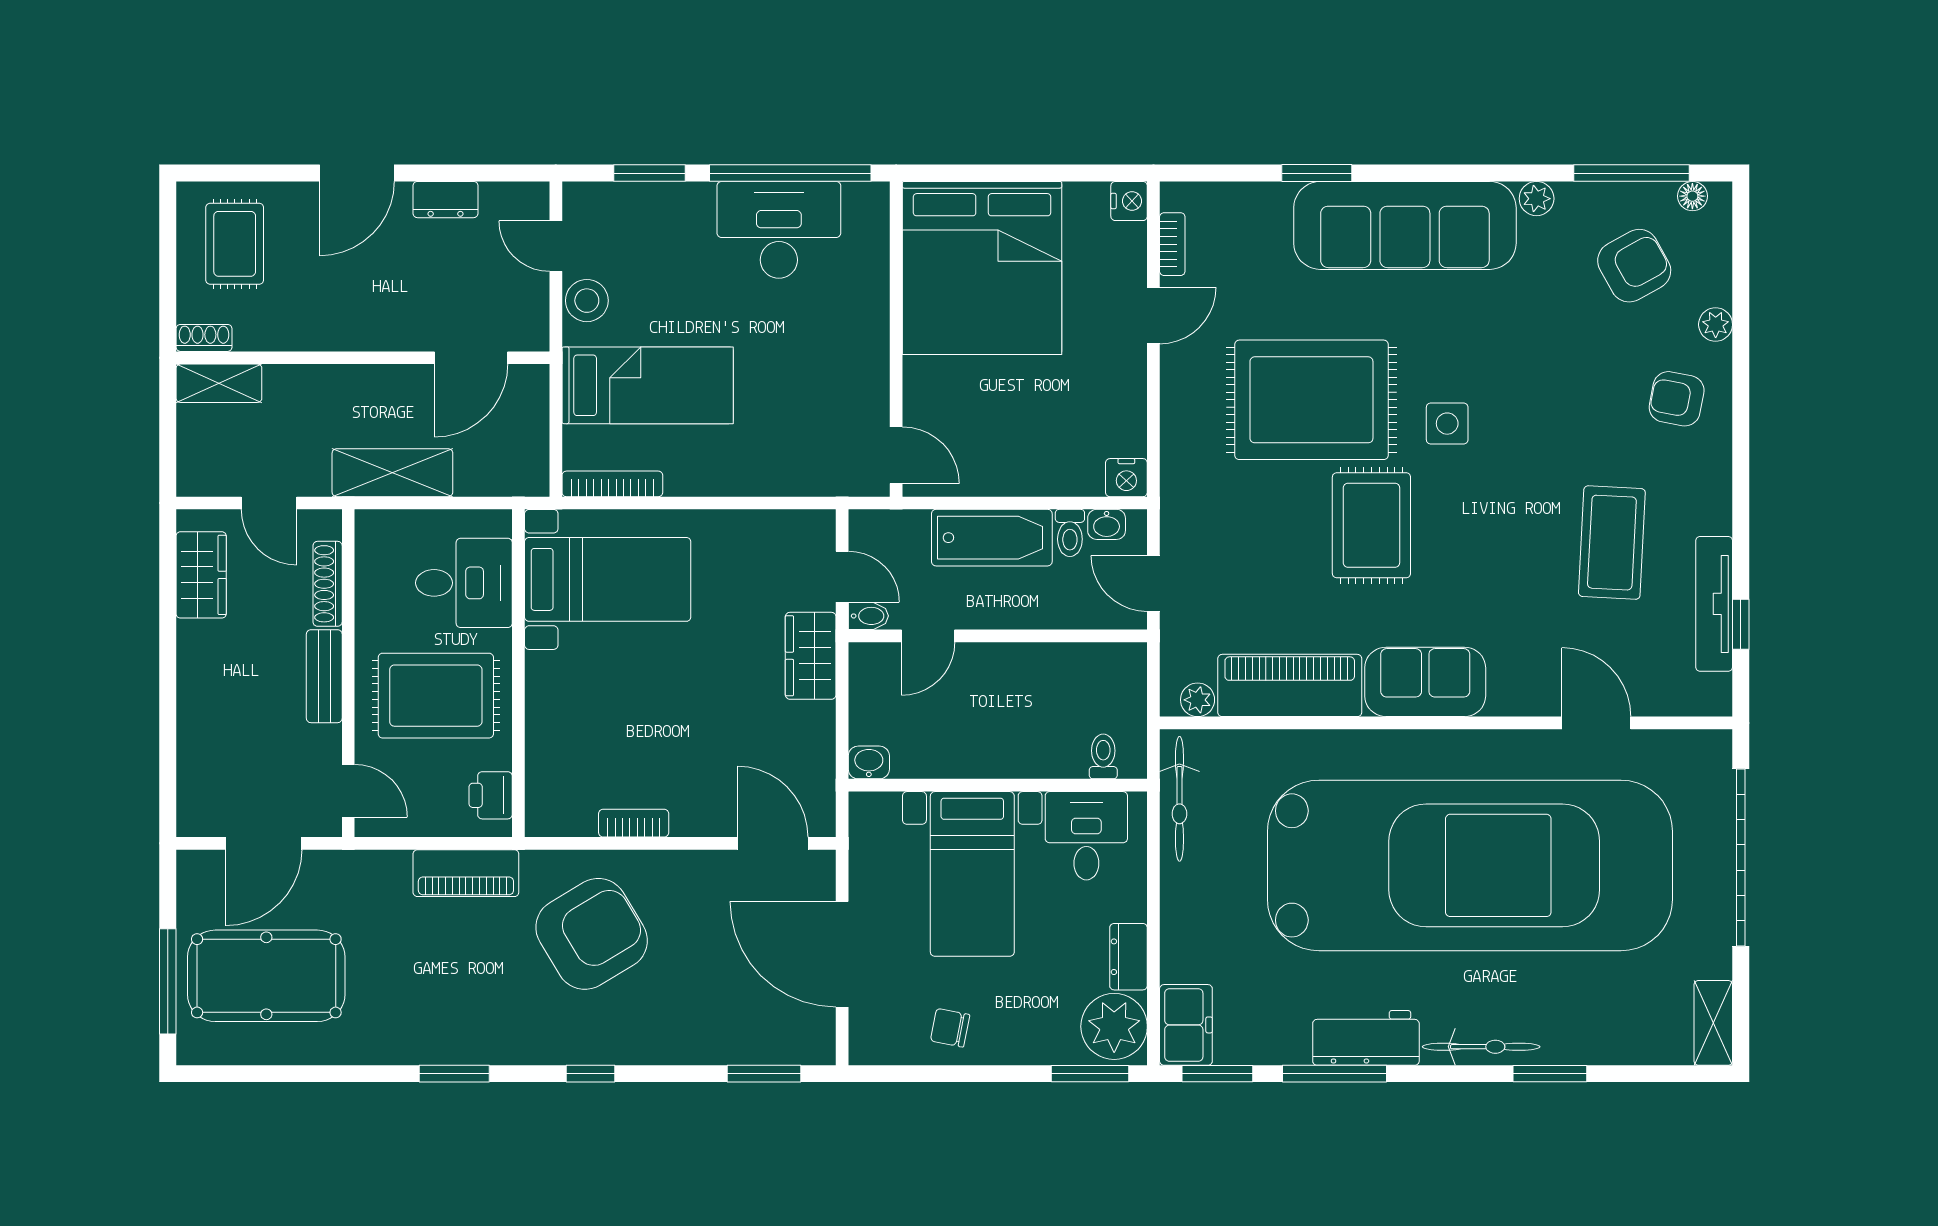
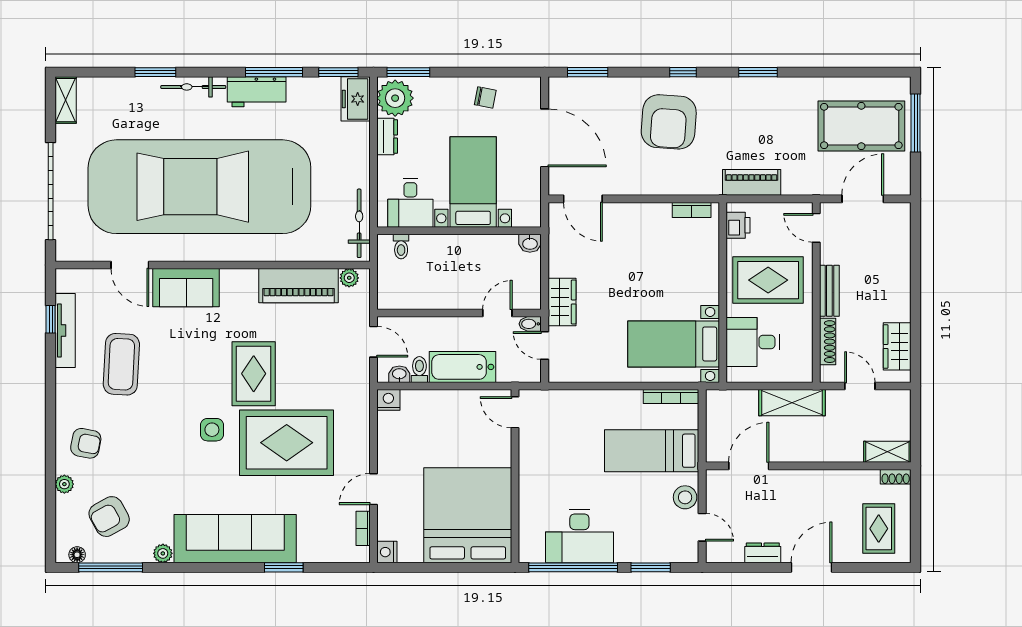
sofa: (1425, 682) -> (186, 288), moved
bookcase: (634, 823) -> (692, 210), moved
armchair: (592, 934) -> (669, 122), moved, turned -55

